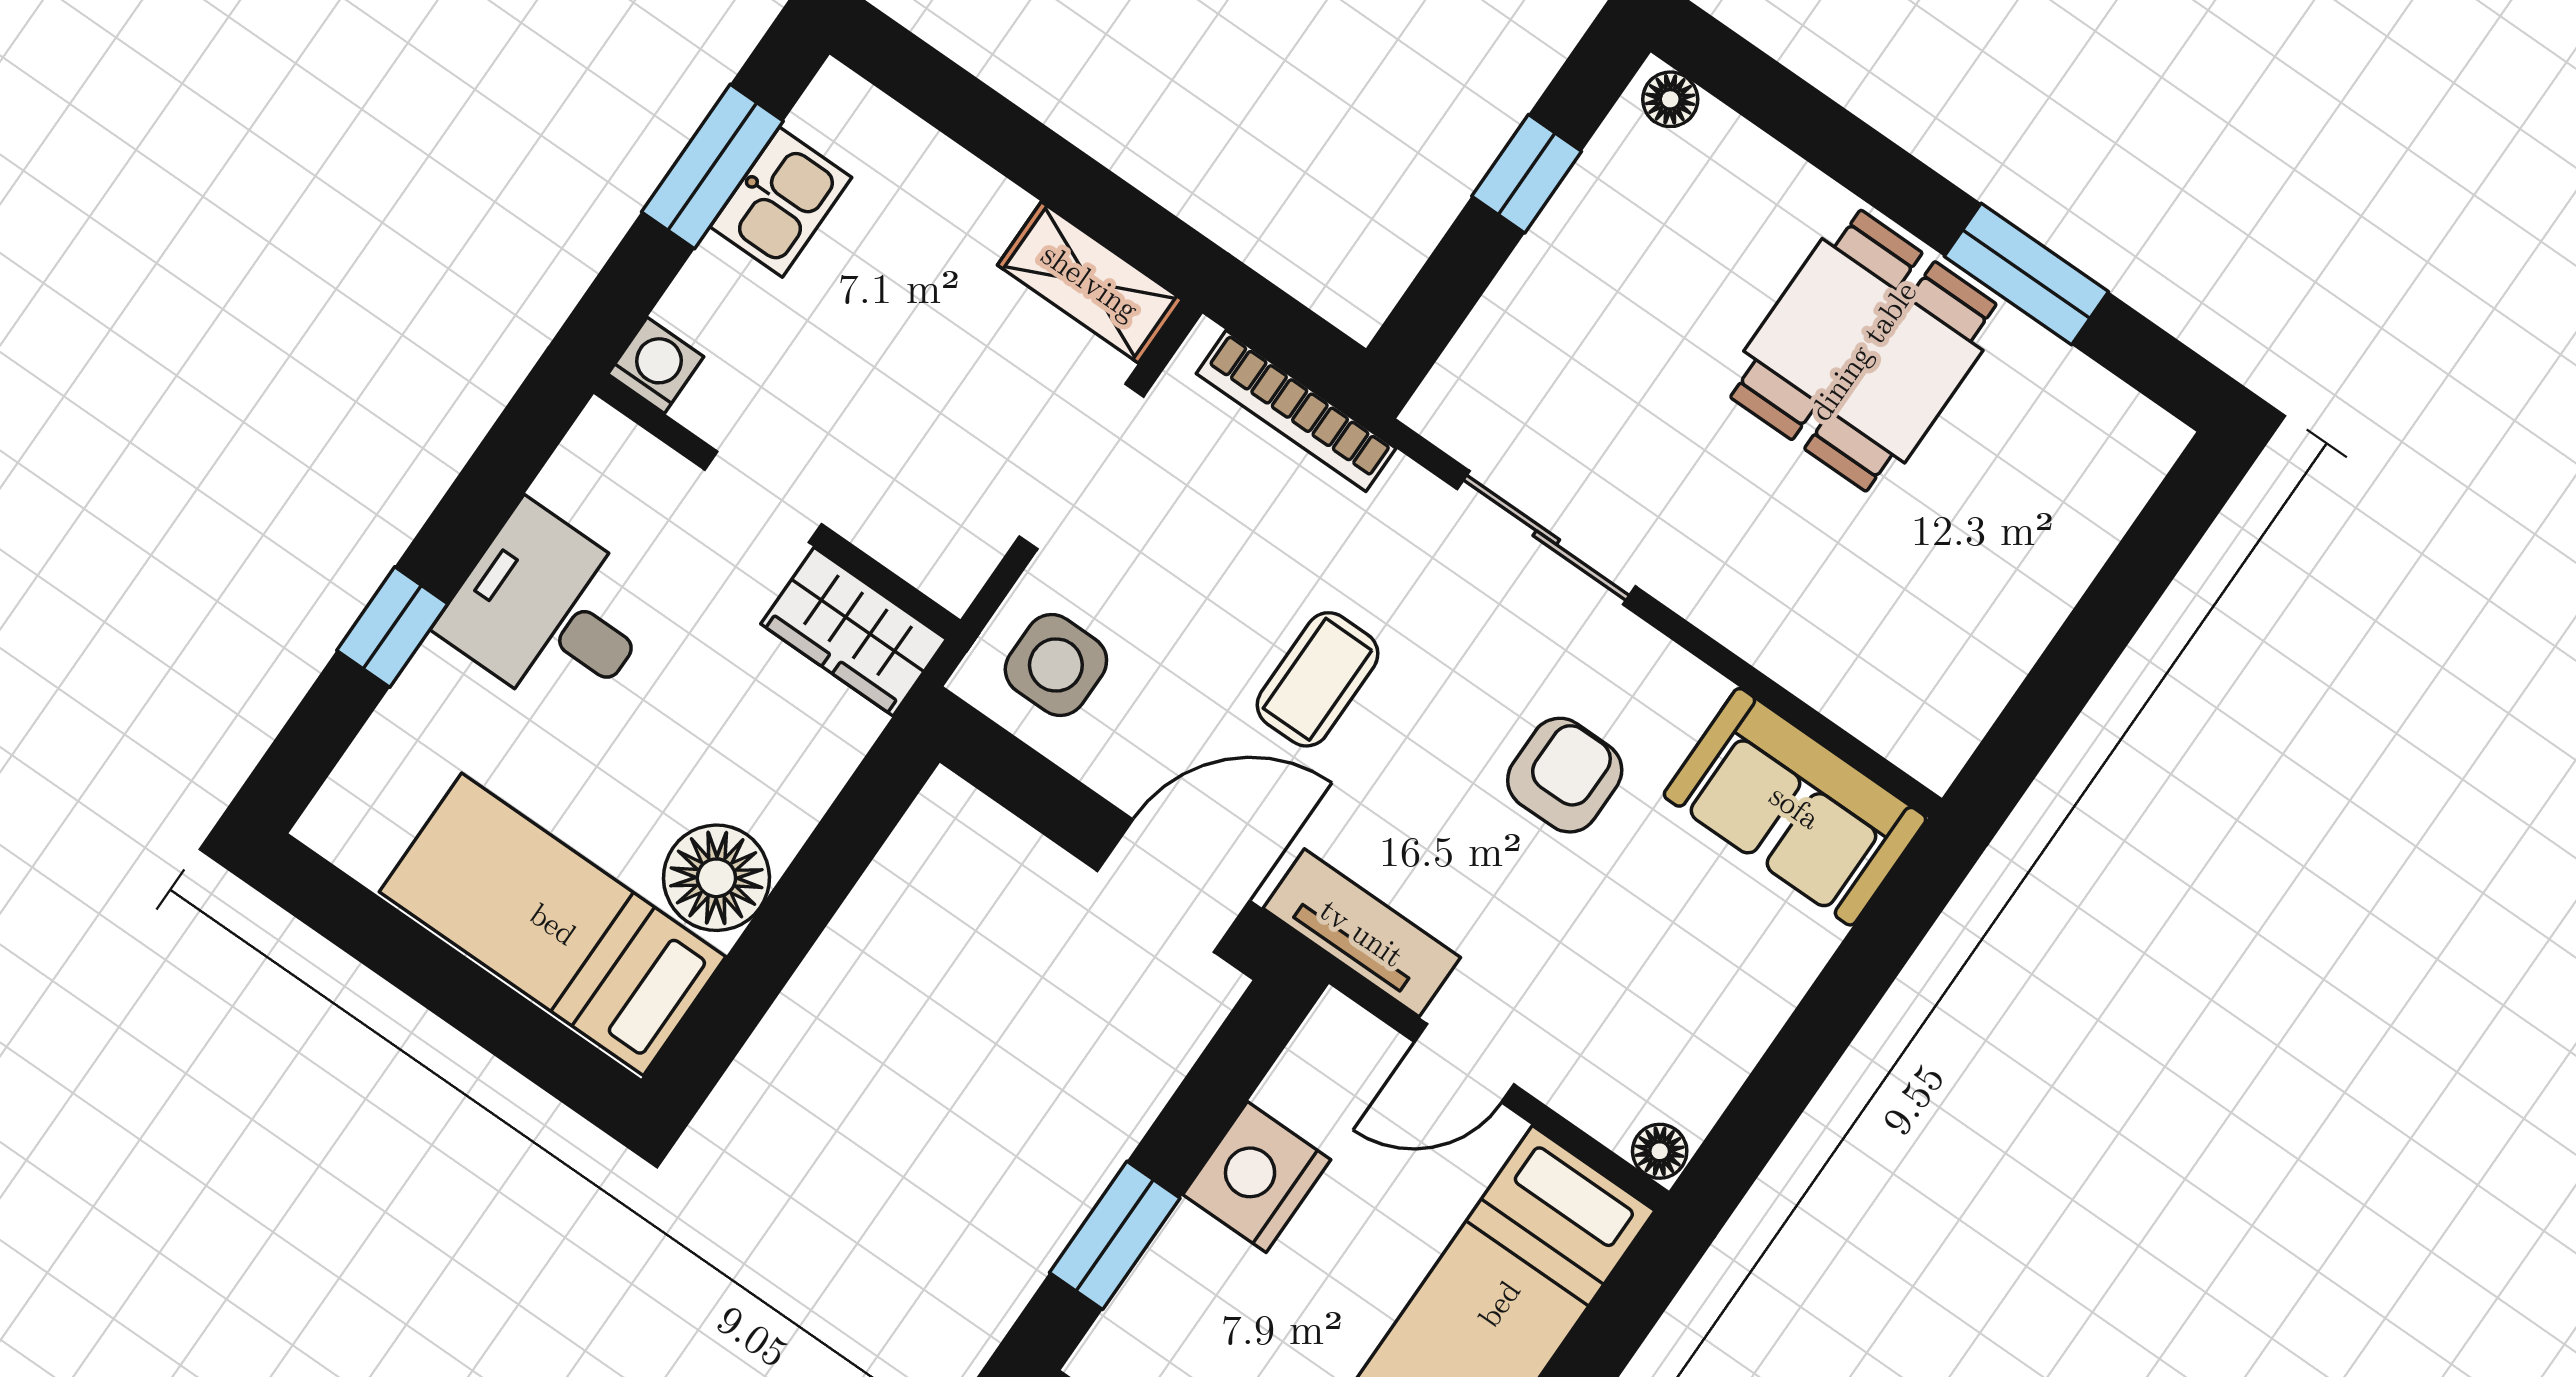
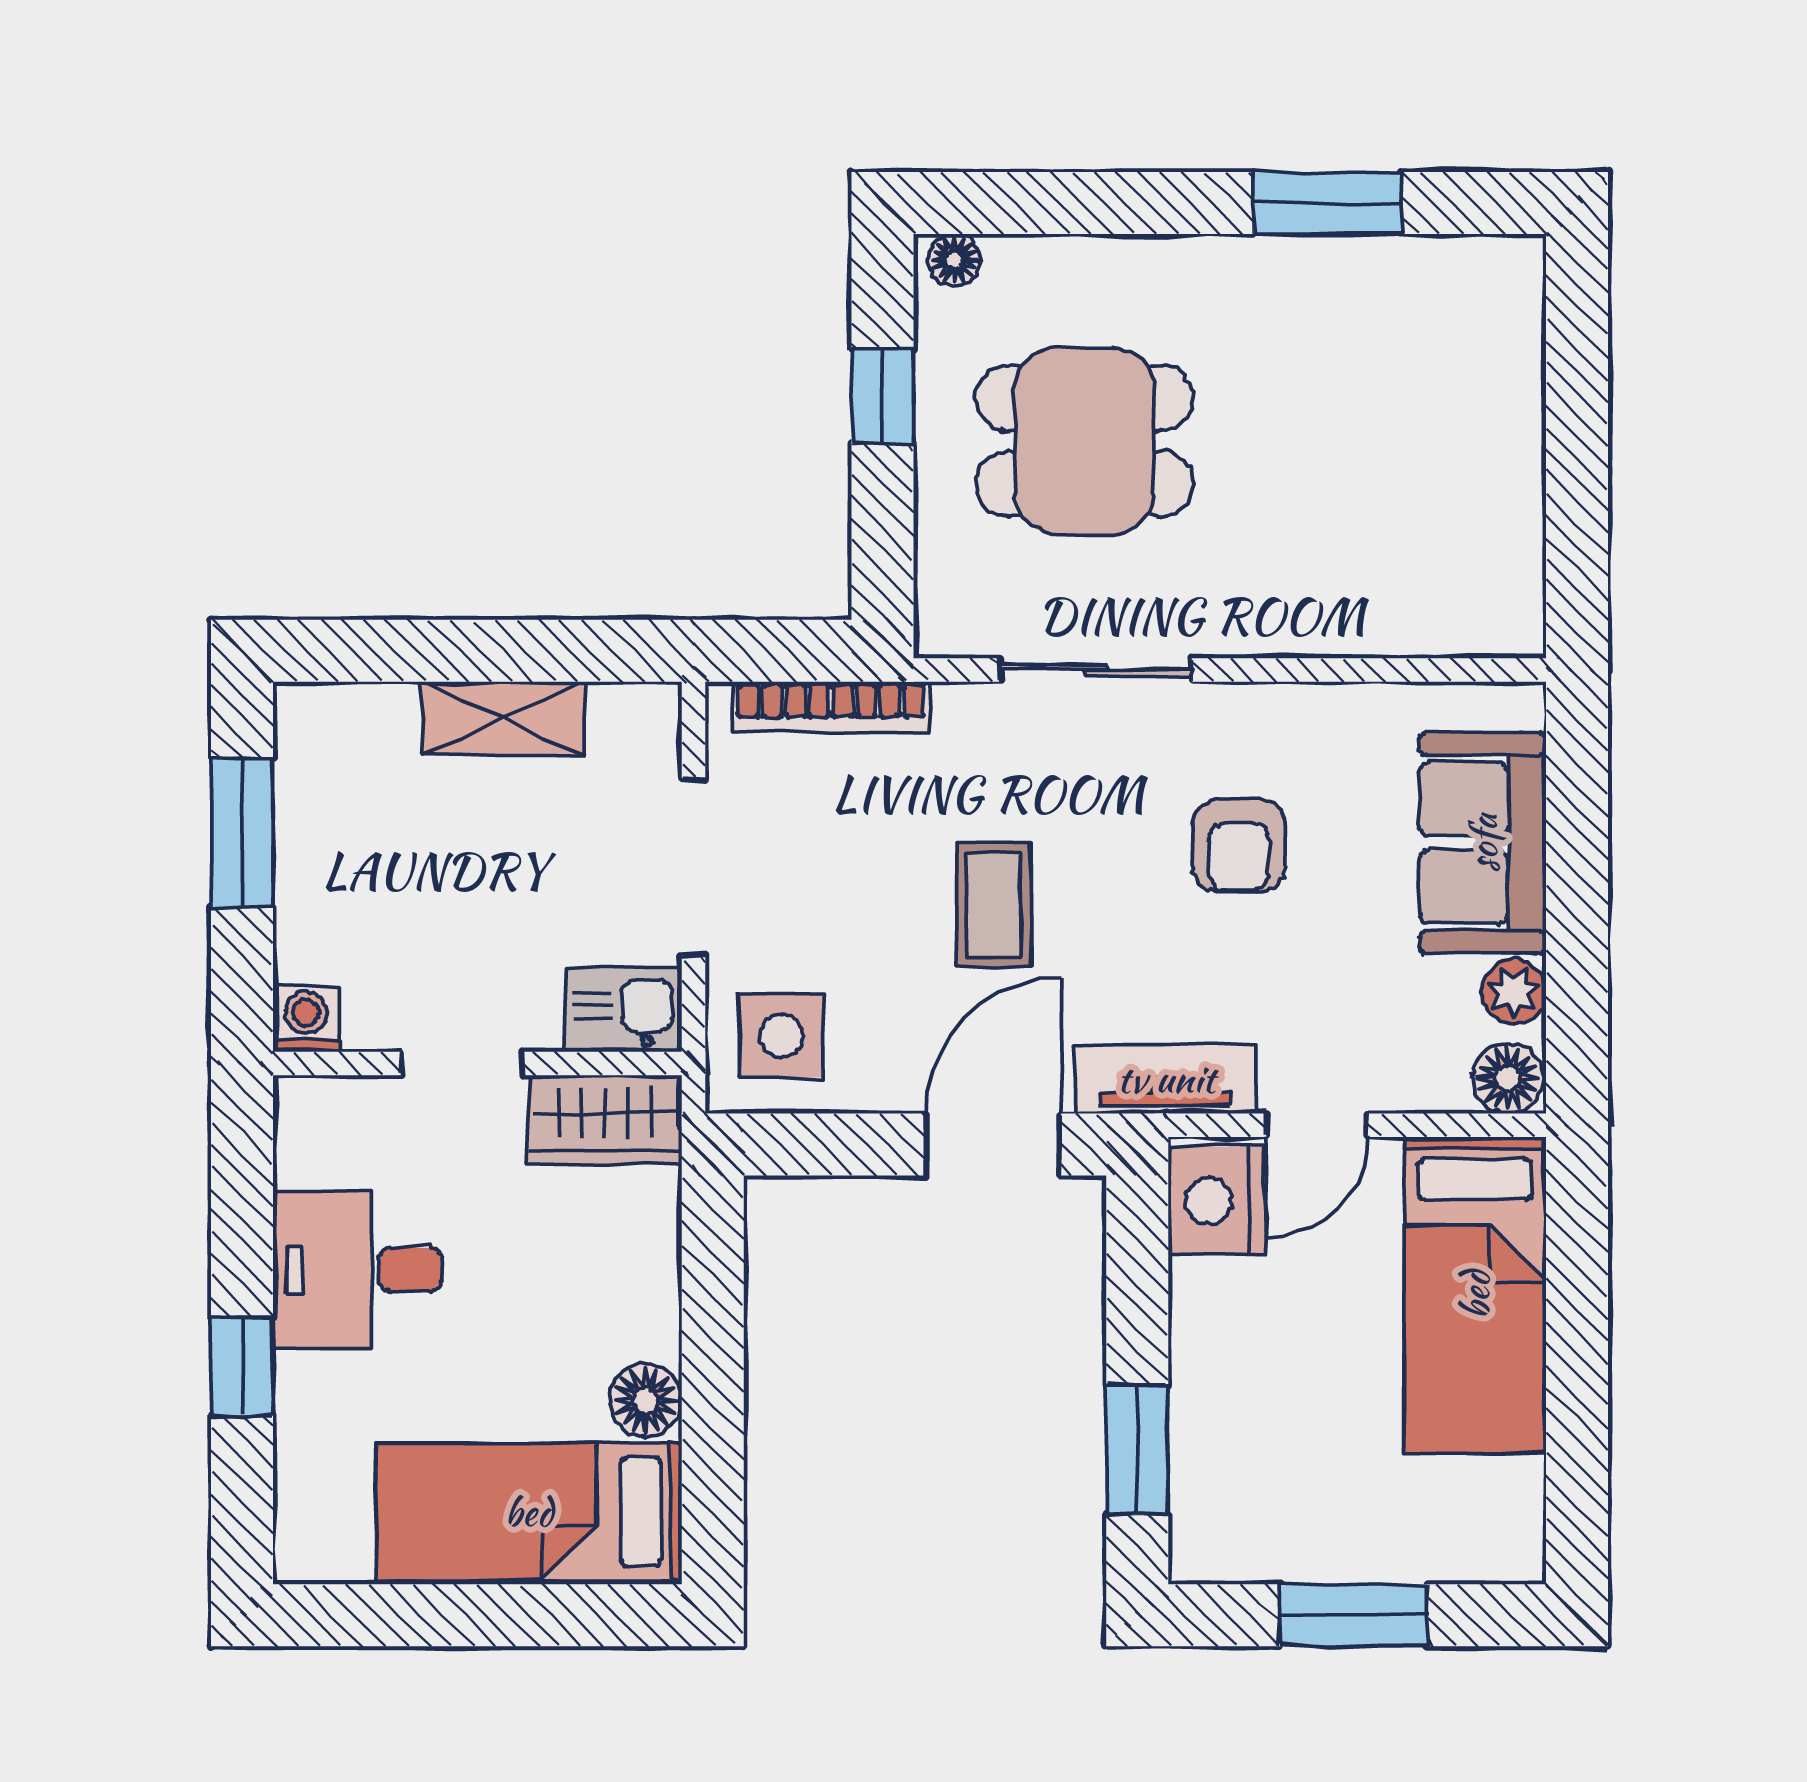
kitchen sink: (781, 202) -> (624, 1010), moved, turned -90
shelving: (1090, 282) -> (503, 718), moved
dining table: (1863, 351) -> (1084, 441), moved, turned 90
armchair: (1565, 775) -> (1239, 845), turned 180
sofa: (1795, 807) -> (1483, 843), moved, turned 90
floor lamp: (716, 878) -> (645, 1400), width x0.73, depth x0.73
plant: (1714, 1066) -> (1514, 992), added
floor lamp: (1660, 1151) -> (1508, 1078), width x1.37, depth x1.37
nightstand: (1257, 1177) -> (1217, 1201), moved

